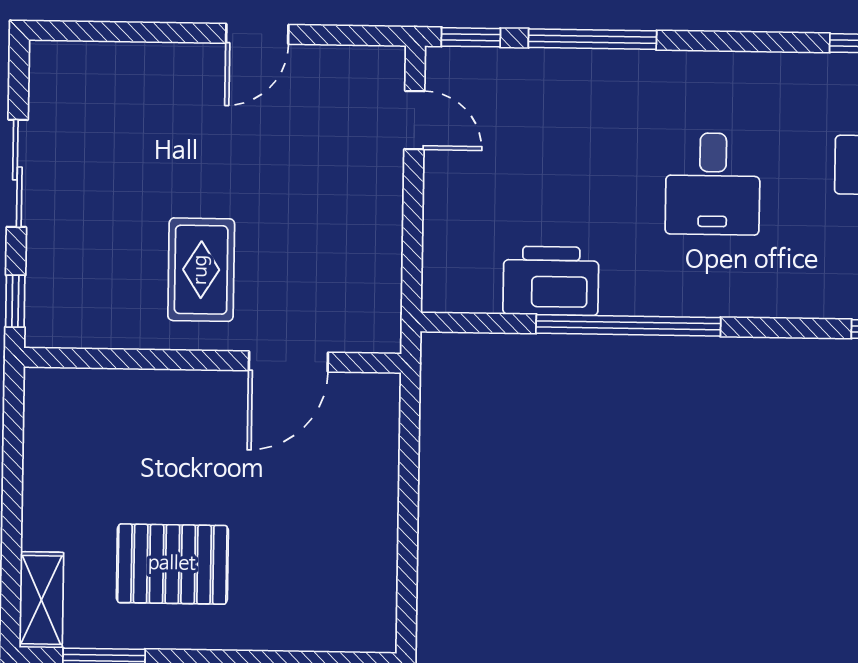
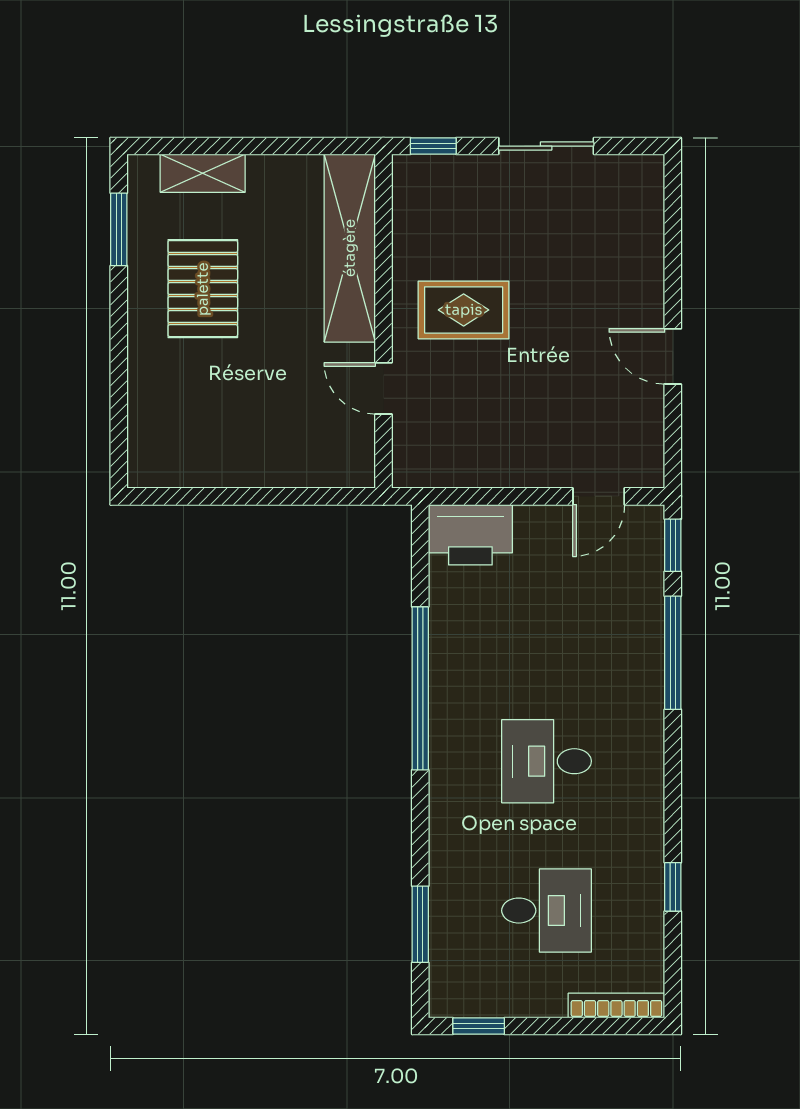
printer: (551, 281) -> (470, 535), moved, turned 90
door: (288, 361) -> (384, 388), width x0.73
shelving: (129, 397) -> (350, 248), added
shelving: (41, 600) -> (203, 173), moved

